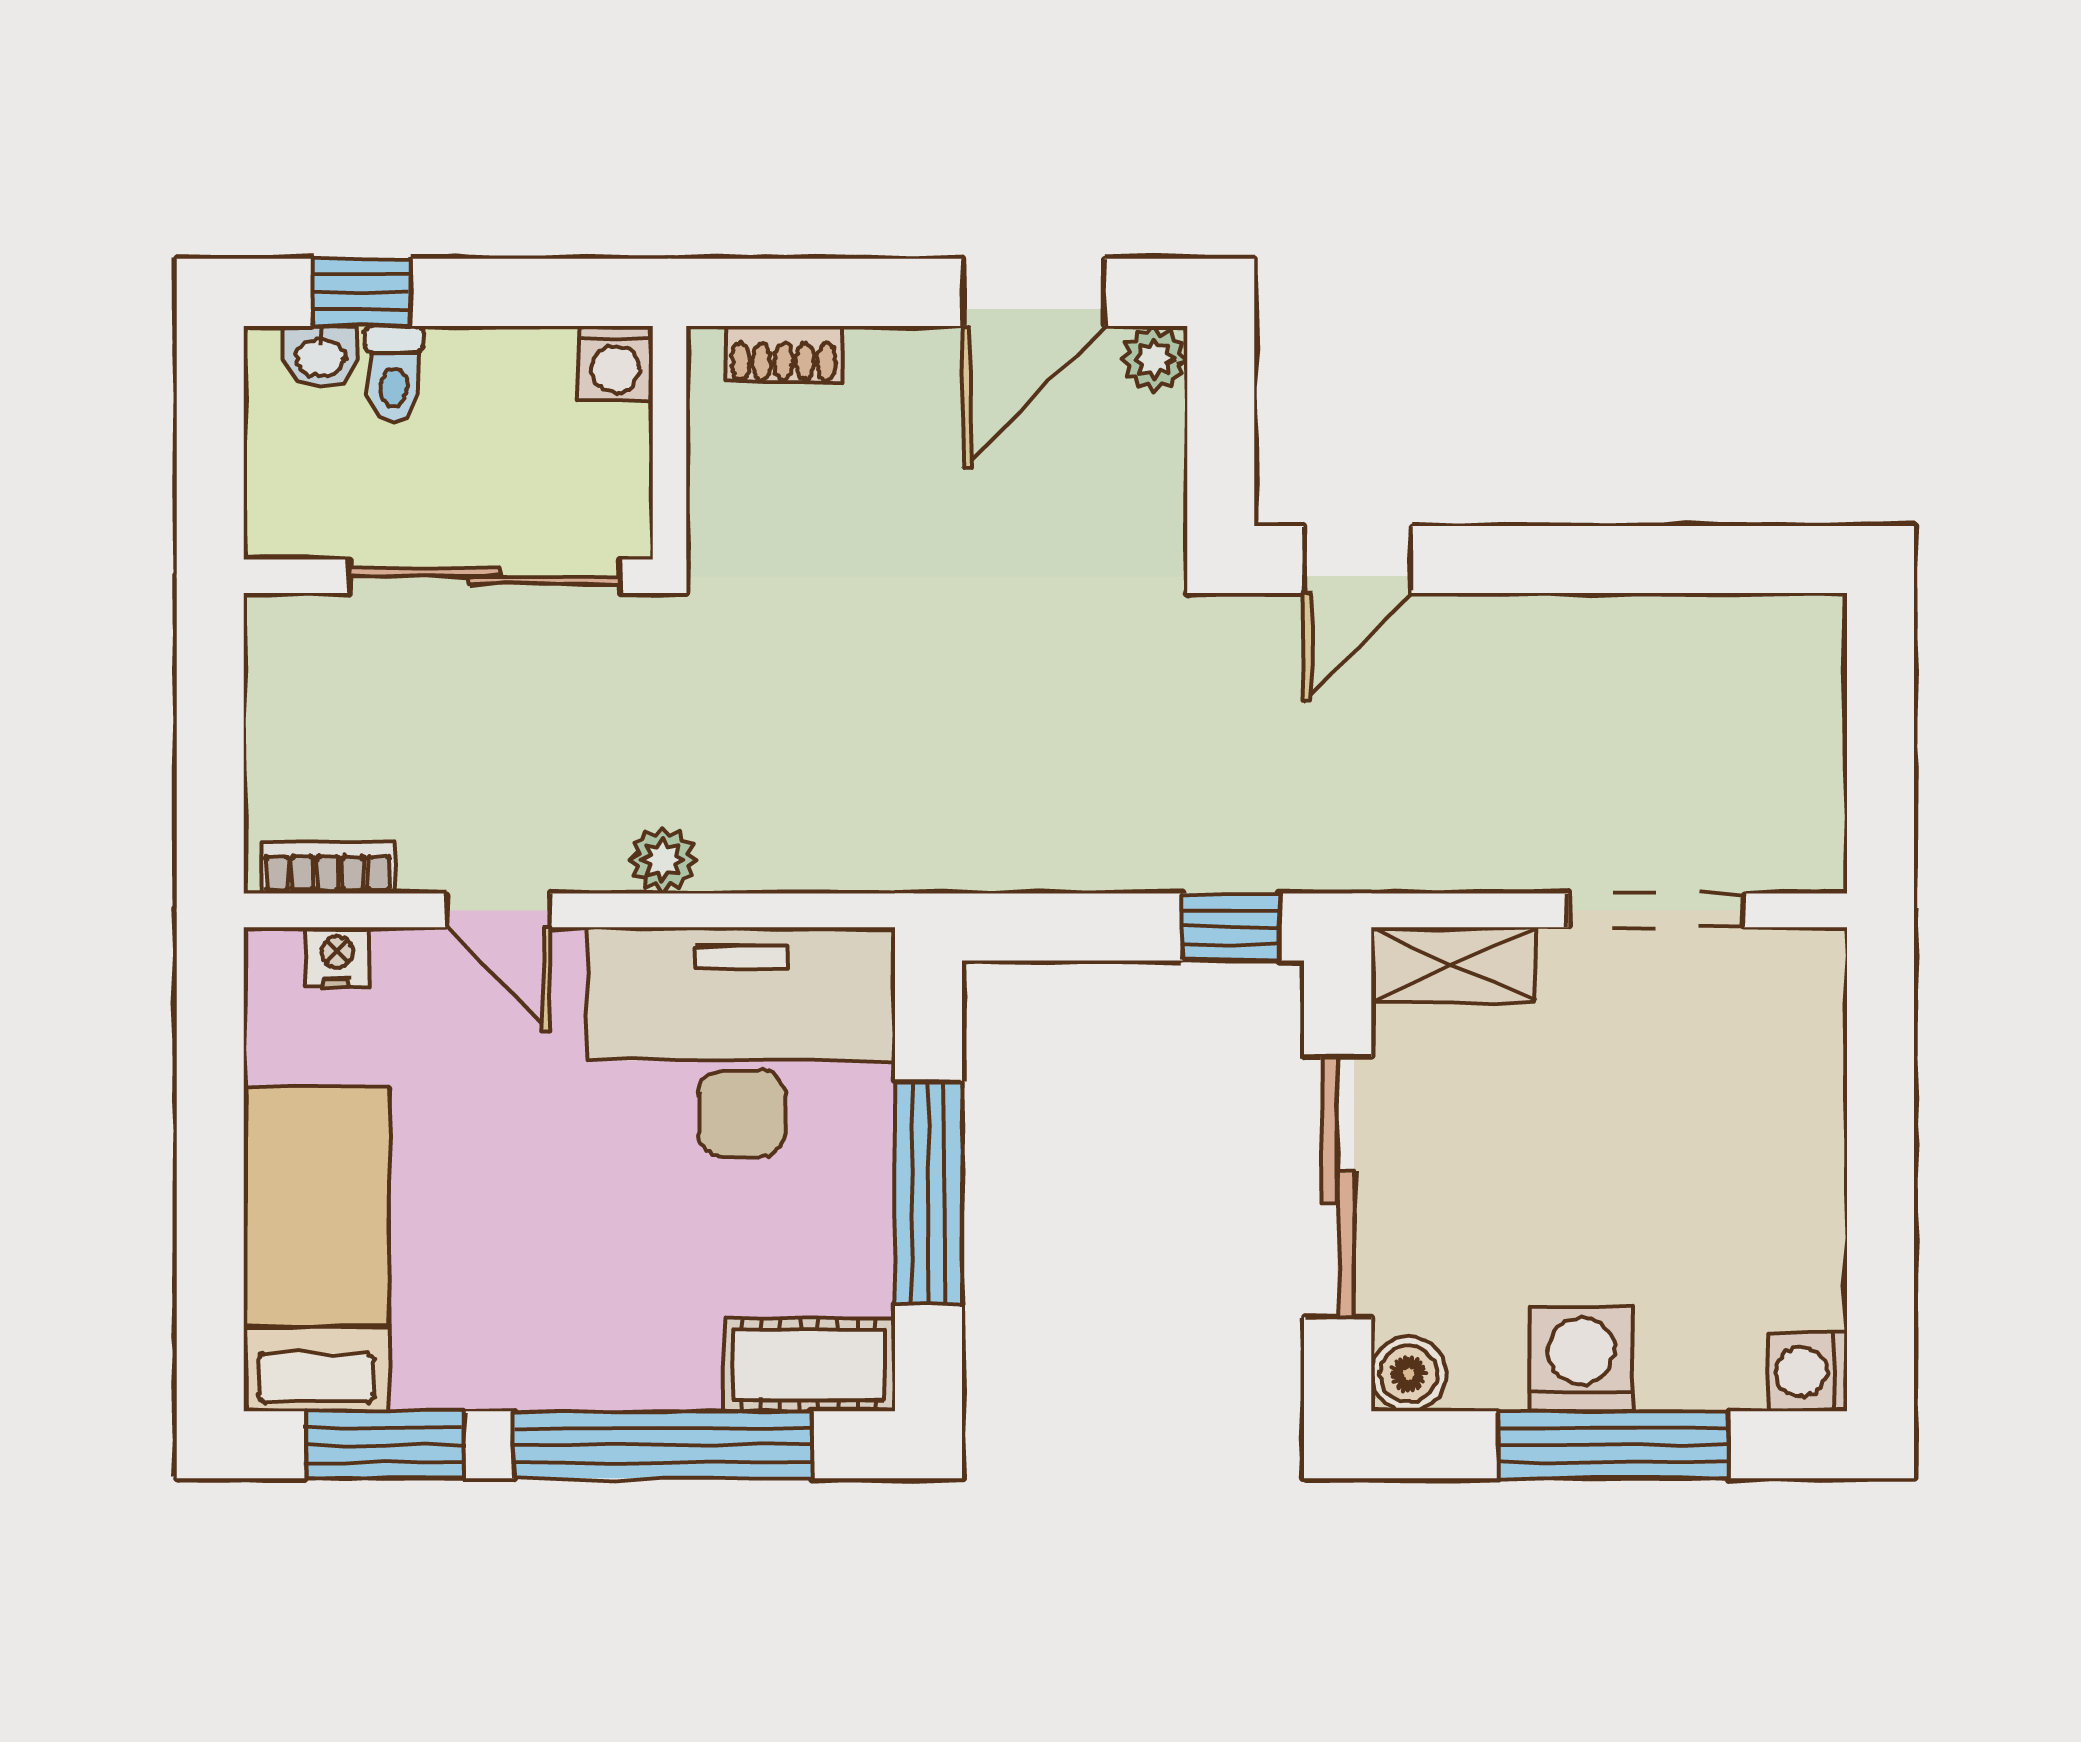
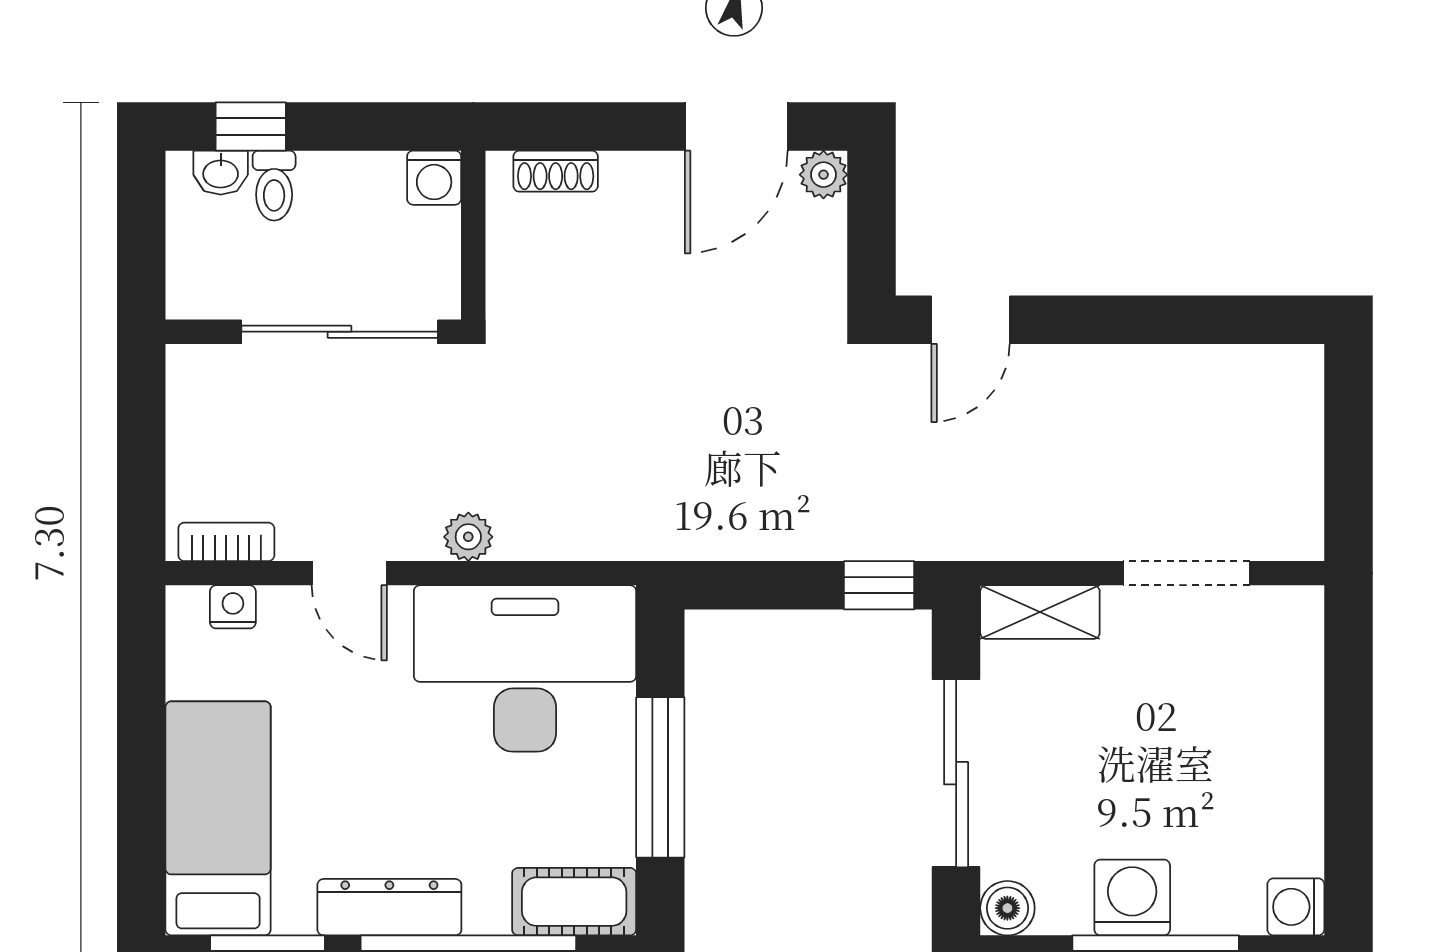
dresser: (554, 1372) -> (389, 907), added

